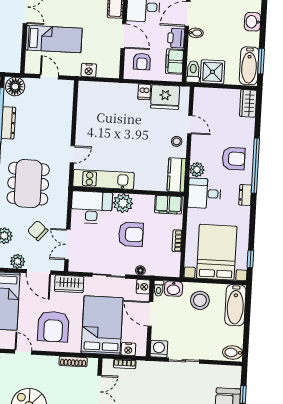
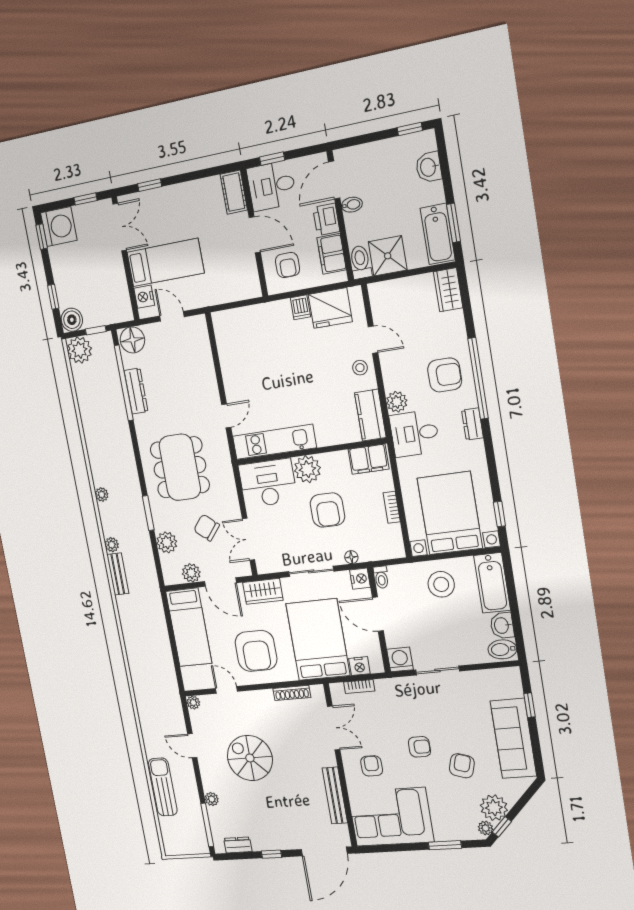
nightstand: (89, 70) -> (144, 297), moved, turned 90
armchair: (131, 234) -> (327, 510), turned 90
washbasin: (173, 289) -> (502, 625), moved, turned 90

